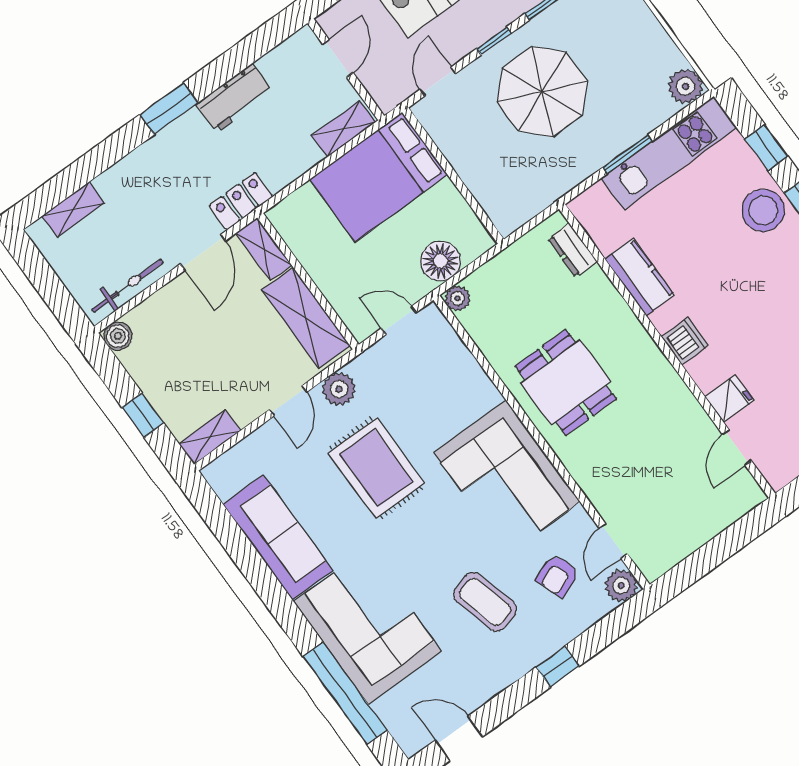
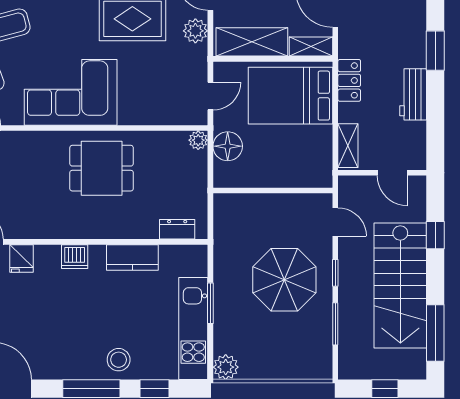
bed: (379, 177) -> (290, 96), moved, turned -90
locker: (241, 201) -> (349, 80), moved
stool: (763, 210) -> (119, 360), width x0.73, depth x0.73

